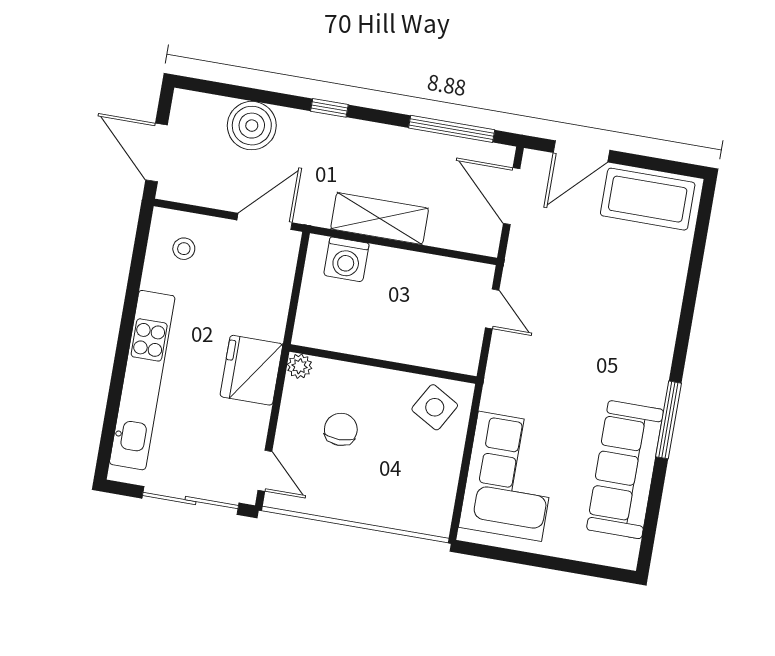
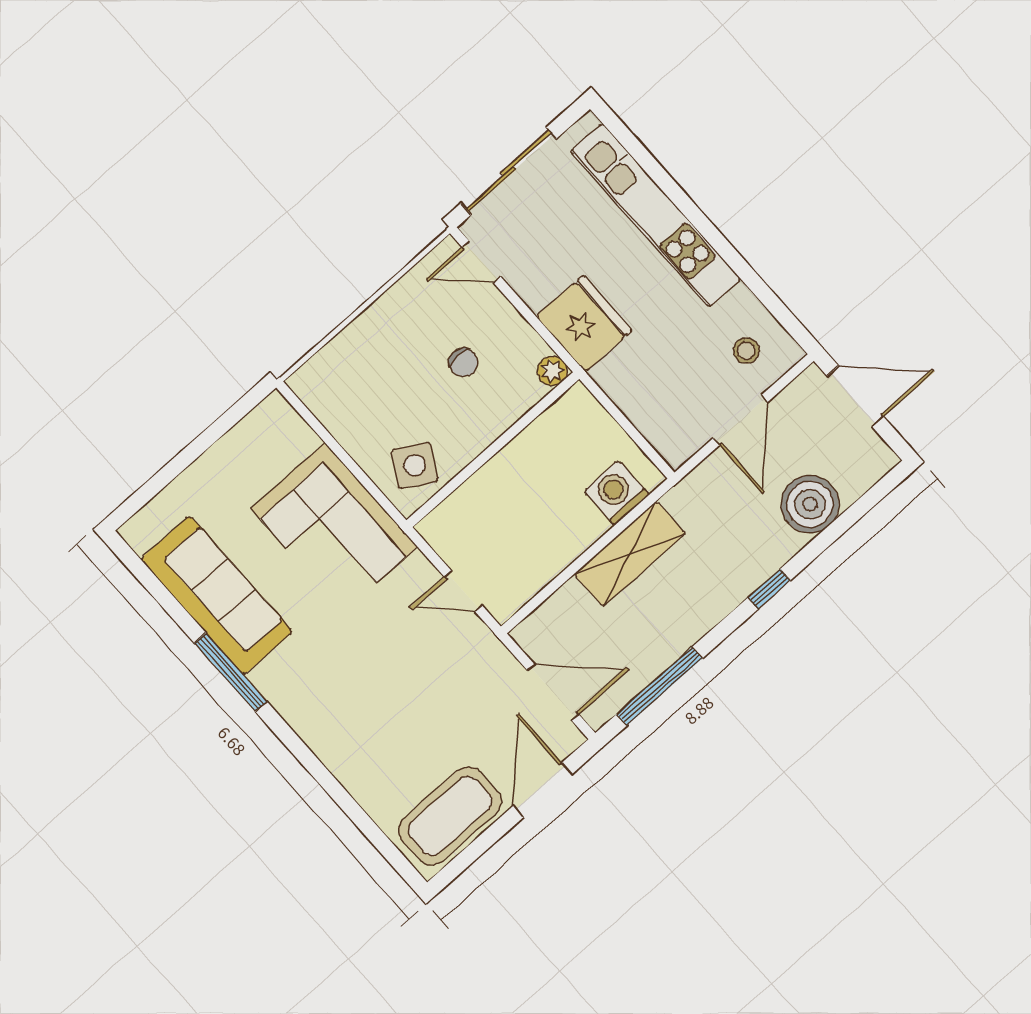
door: (265, 221) -> (740, 420), moved
chair: (341, 429) -> (463, 362), width x0.73, depth x0.73
corner sofa: (510, 476) -> (334, 528), moved

